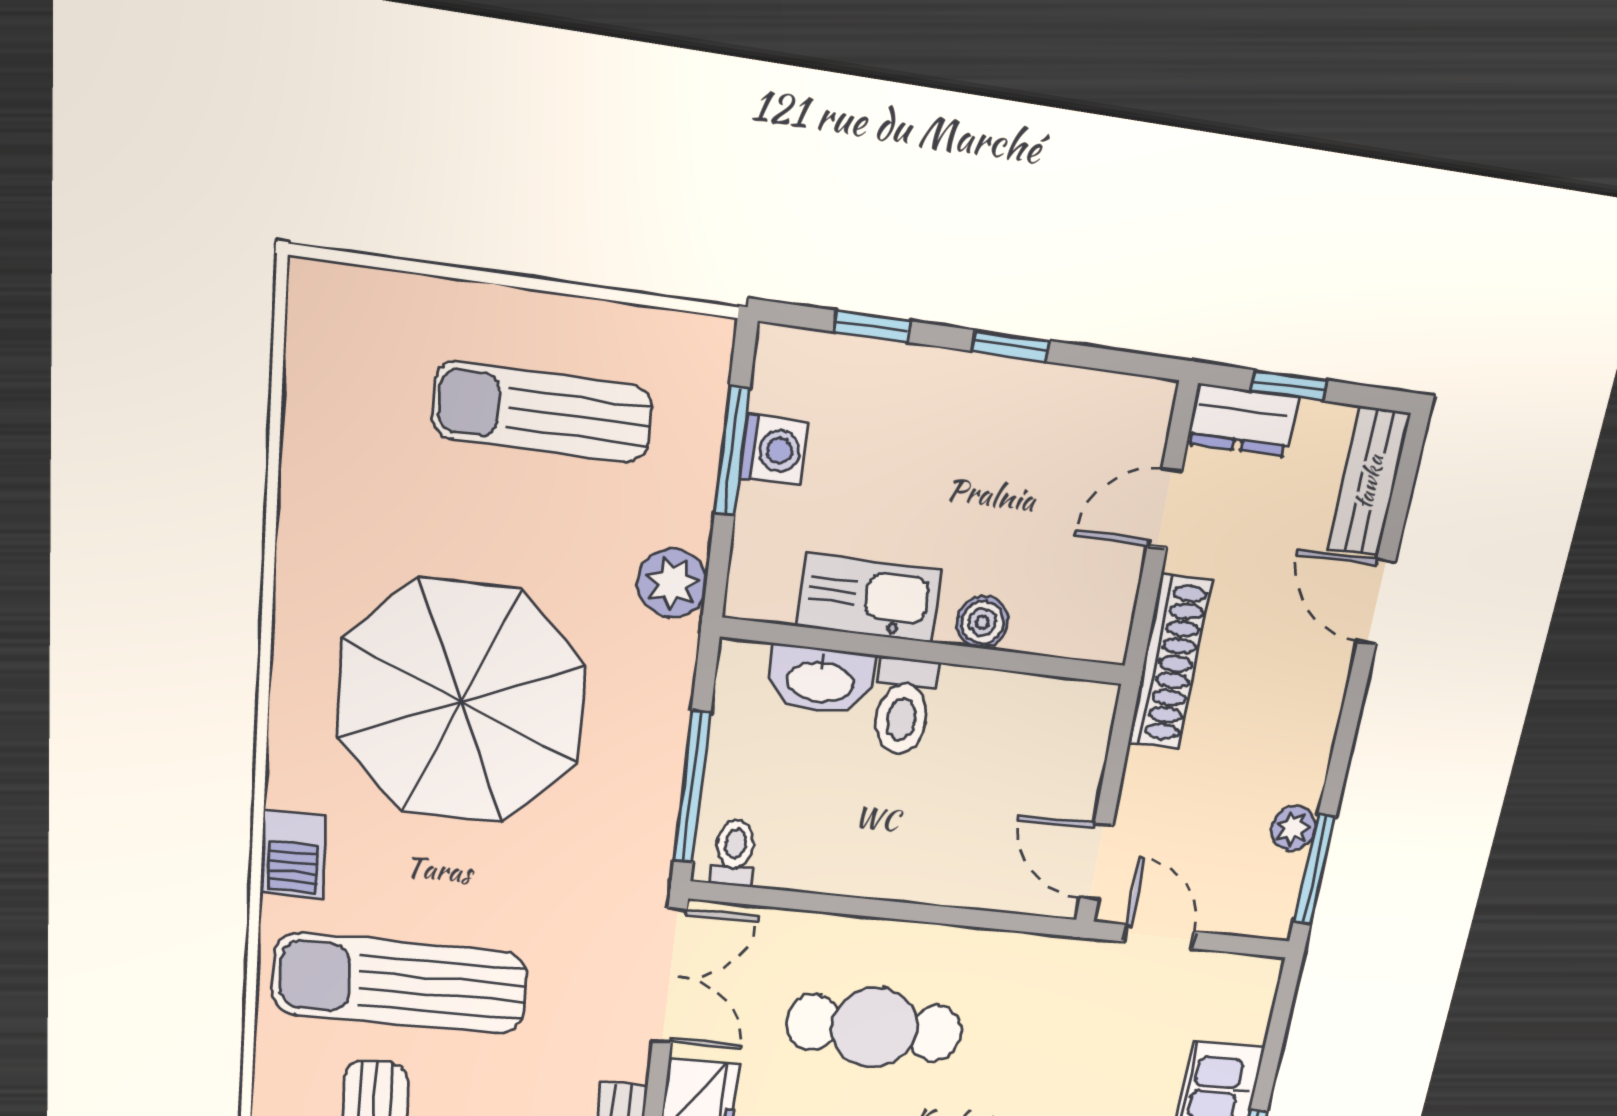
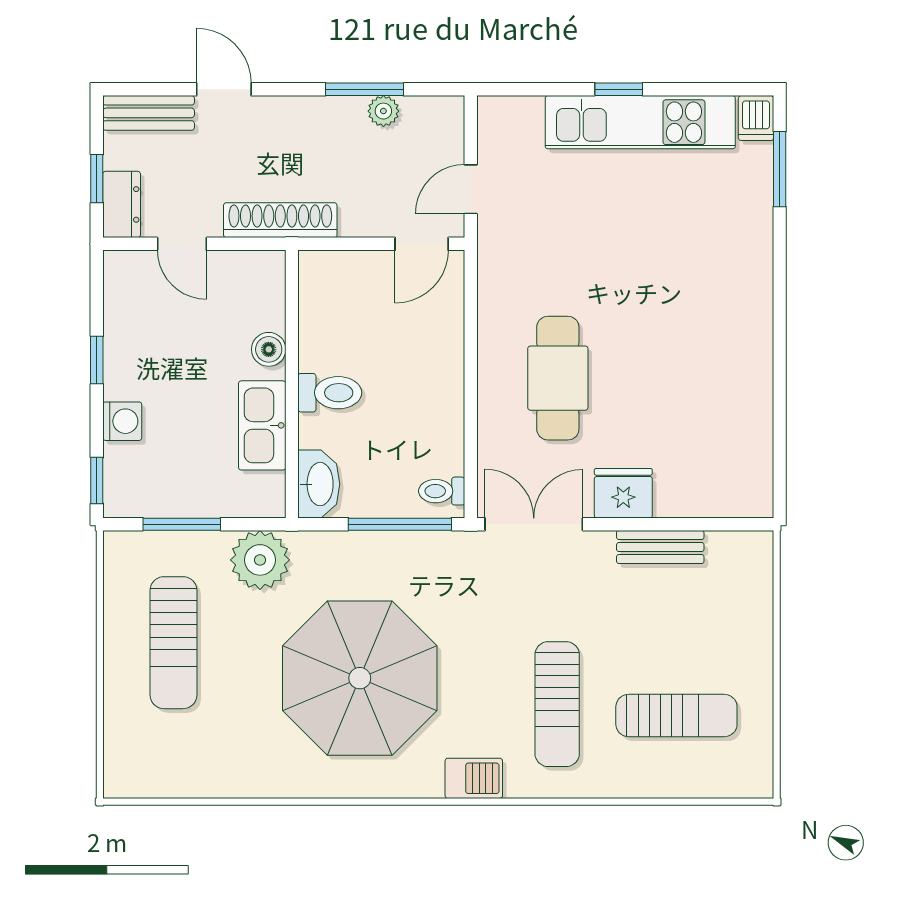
window: (872, 326) -> (97, 480), moved
washing machine: (773, 450) -> (122, 421), moved, turned 90
plant: (672, 583) -> (260, 560), width x1.36, depth x1.36
door: (1377, 602) -> (224, 89), swing flipped
washbasin: (820, 680) -> (319, 484), moved
window: (1314, 870) -> (365, 89), moved
sun lounger: (400, 983) -> (557, 704), width x0.73, depth x0.75

